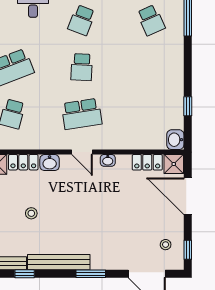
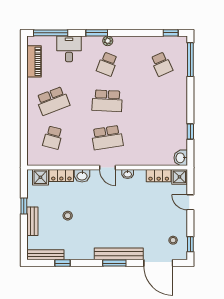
school desk: (82, 67) -> (107, 101), width x1.85
door: (188, 196) -> (190, 202), width x0.53
bench: (59, 262) -> (119, 254), moved

